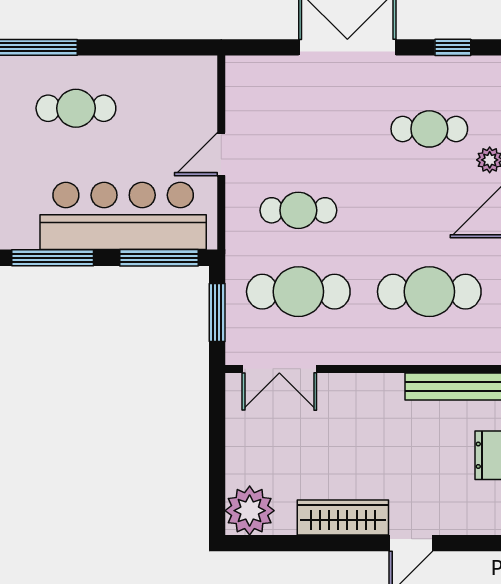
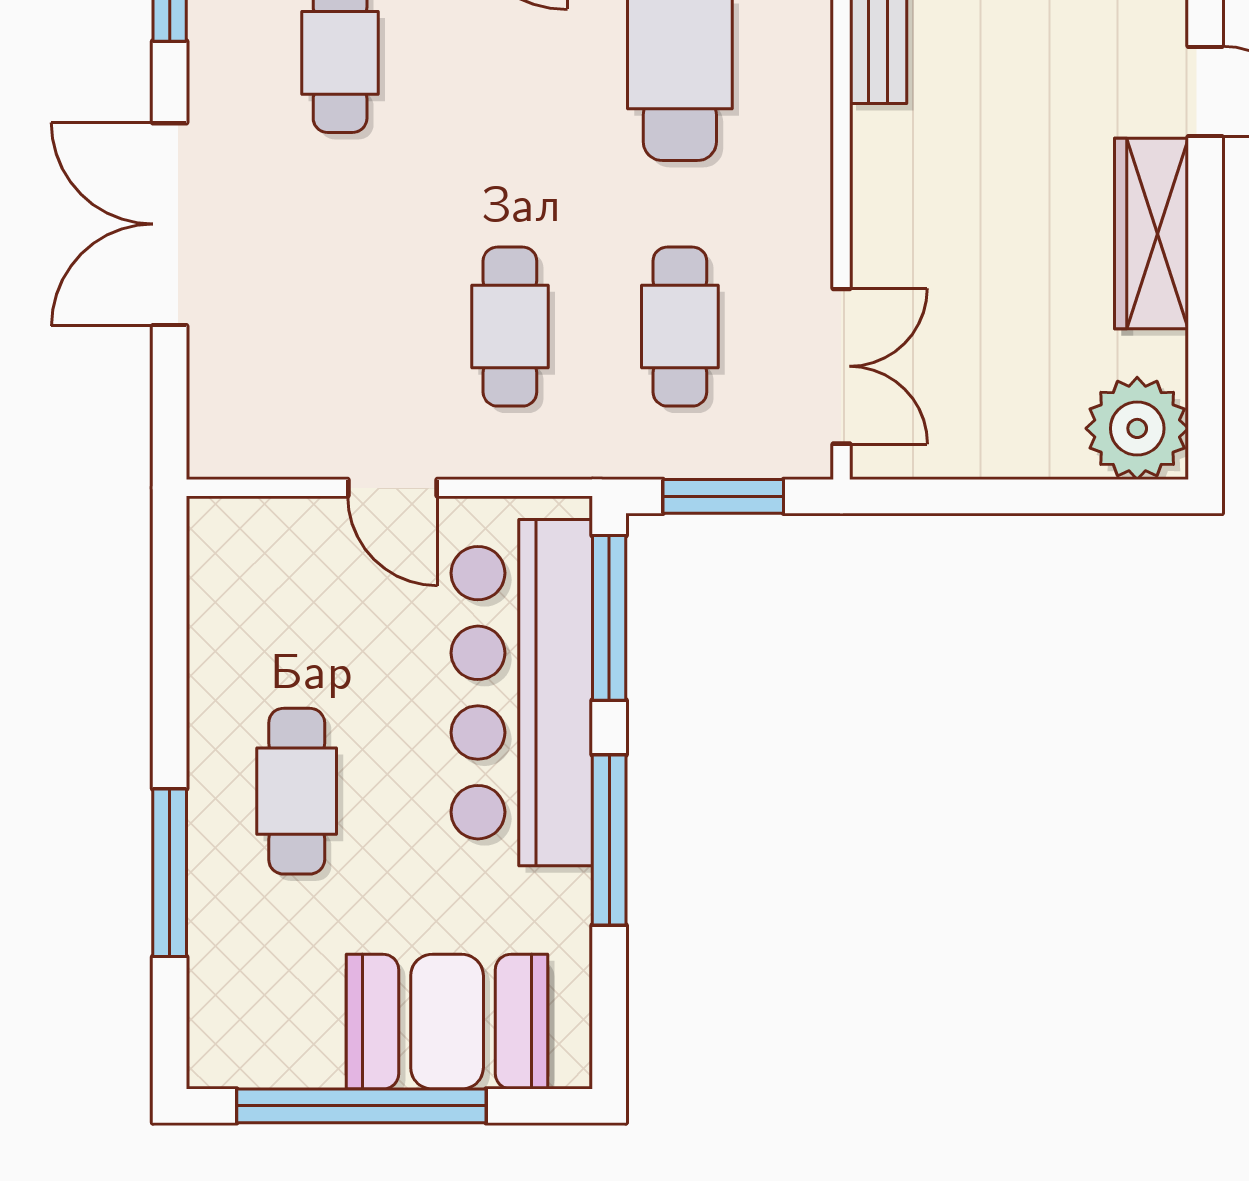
cafe table: (298, 292) -> (680, 327), width x0.73, depth x0.74

